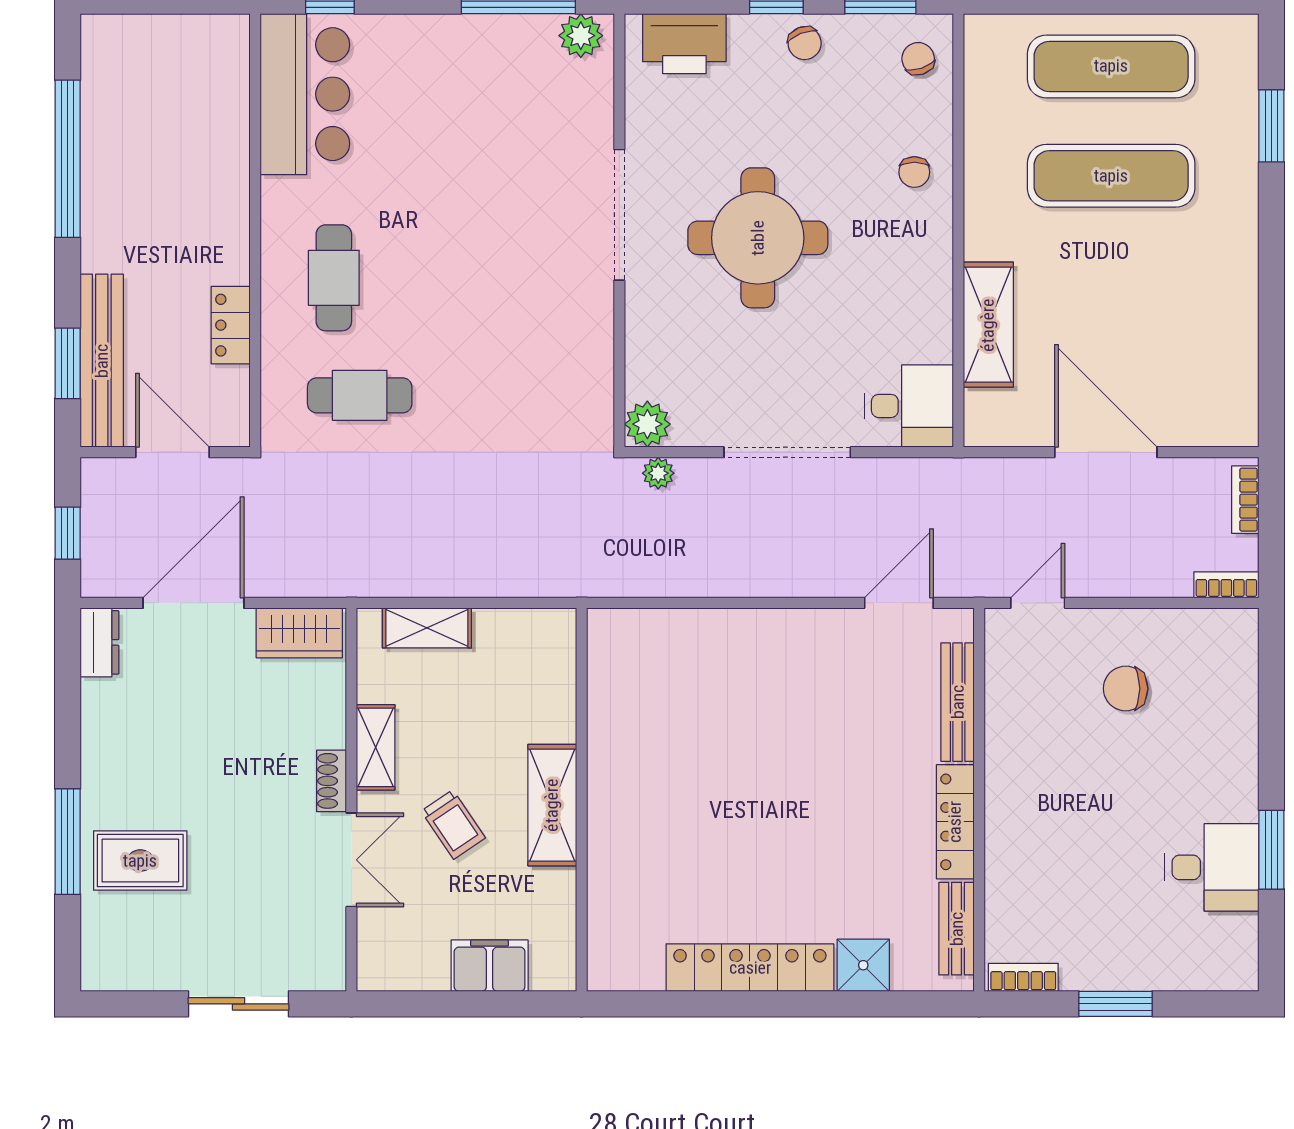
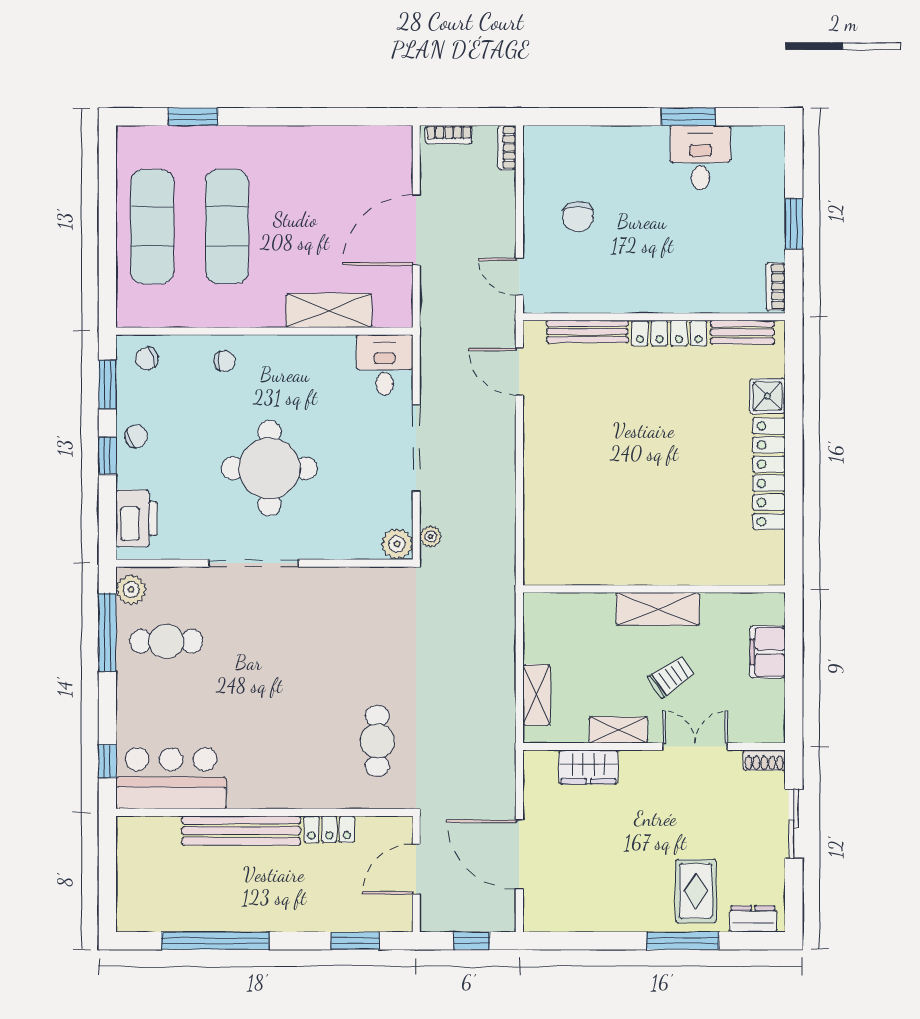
cafe table: (334, 278) -> (166, 641), moved
bench: (102, 361) -> (241, 831), moved
wardrobe: (299, 633) -> (588, 767), moved, turned 90
dresser: (100, 642) -> (753, 919), moved
shoe rack: (331, 781) -> (764, 760), moved

